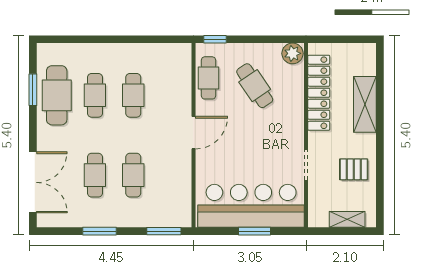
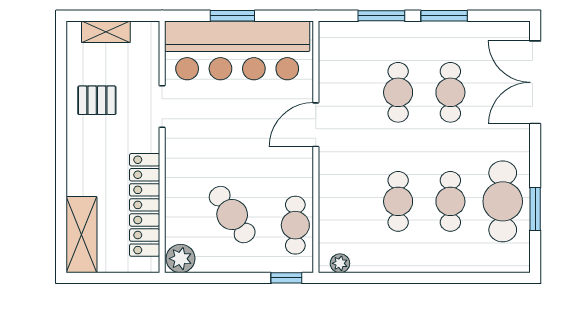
plant: (176, 50) -> (340, 263), added
shelving: (365, 104) -> (82, 235), moved
door: (193, 133) -> (316, 125), moved
window: (164, 231) -> (381, 16), moved

